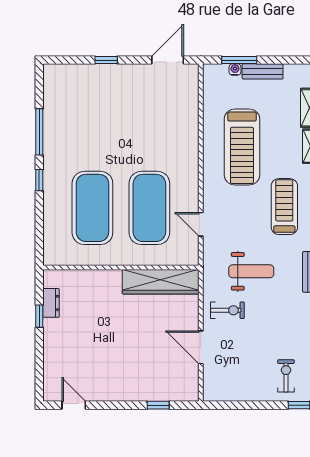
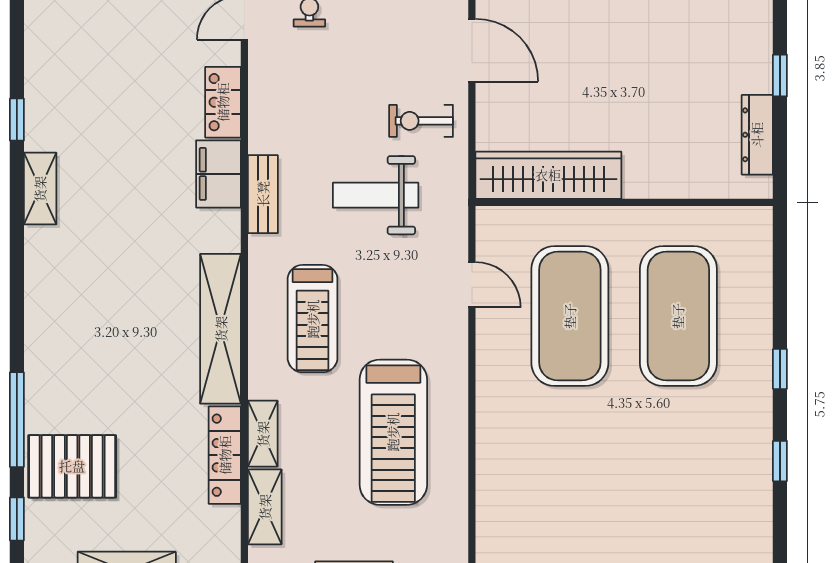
window: (39, 132) -> (780, 461), width x0.46
treadmill: (242, 147) -> (393, 432), turned 180
dresser: (51, 303) -> (757, 135), width x1.44
window: (39, 316) -> (780, 75), moved

